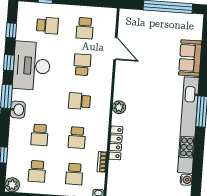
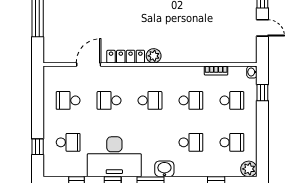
school desk: (47, 26) -> (68, 142), turned 90
school desk: (85, 28) -> (68, 100), turned 180
school desk: (80, 101) -> (150, 100), turned -90
locker: (116, 143) -> (126, 57), moved

